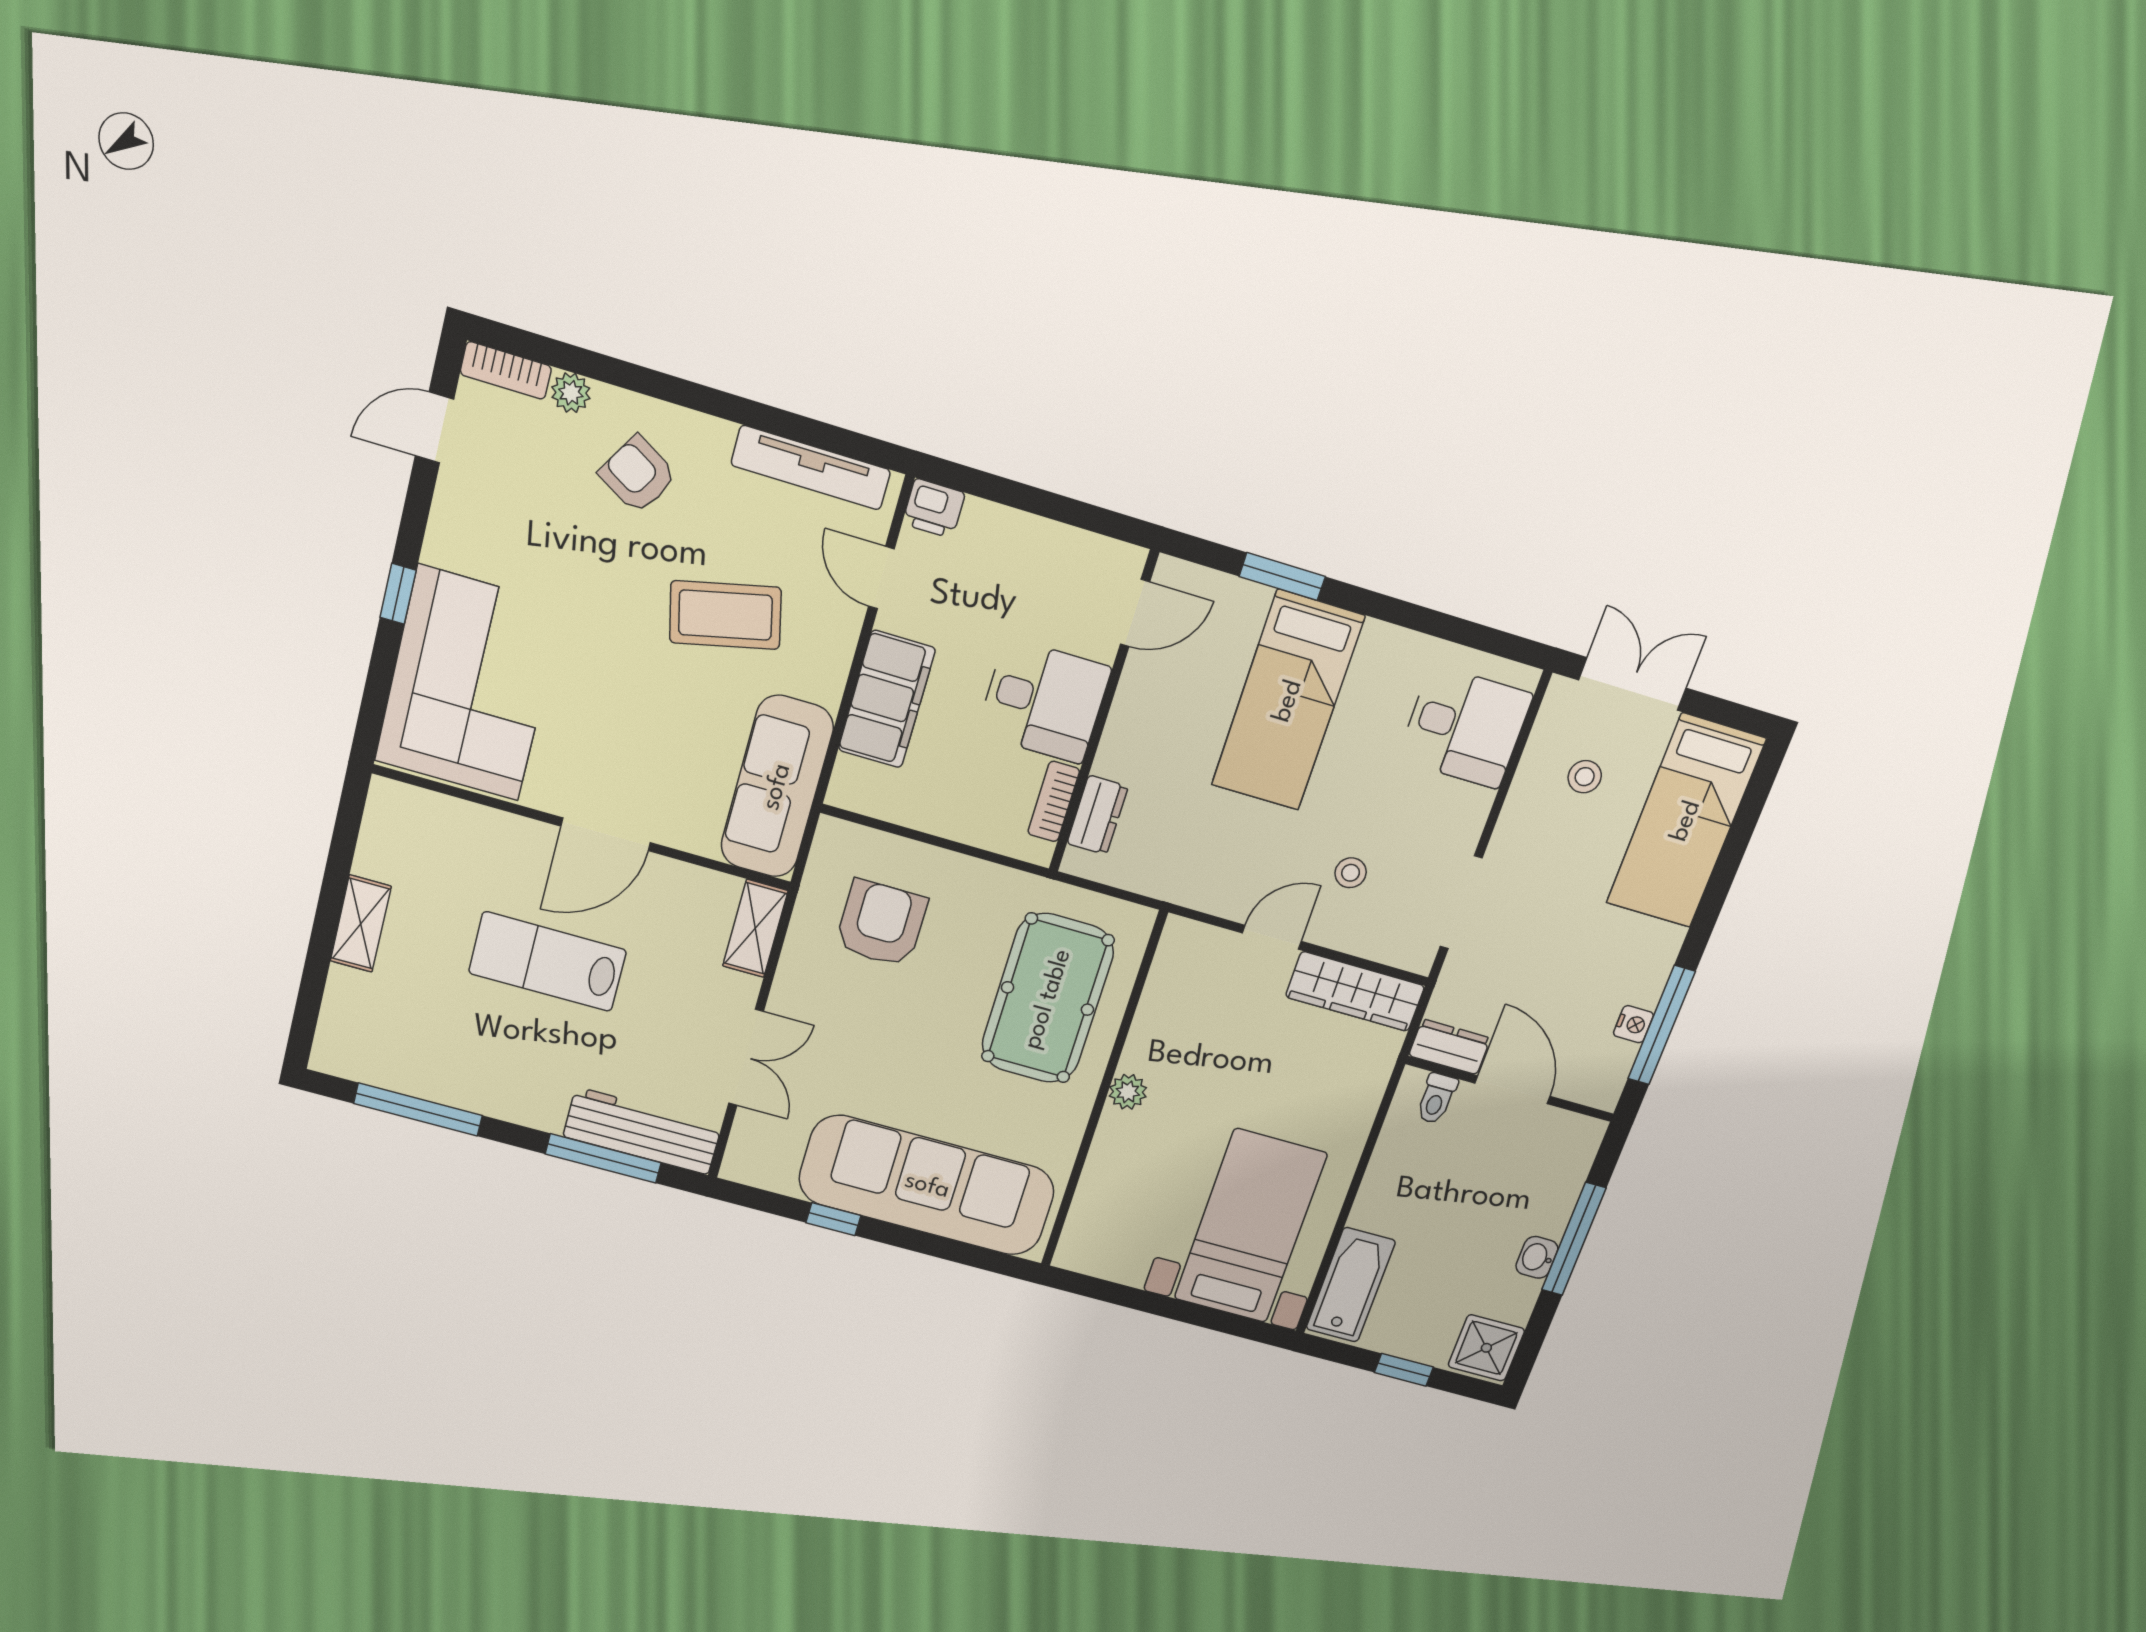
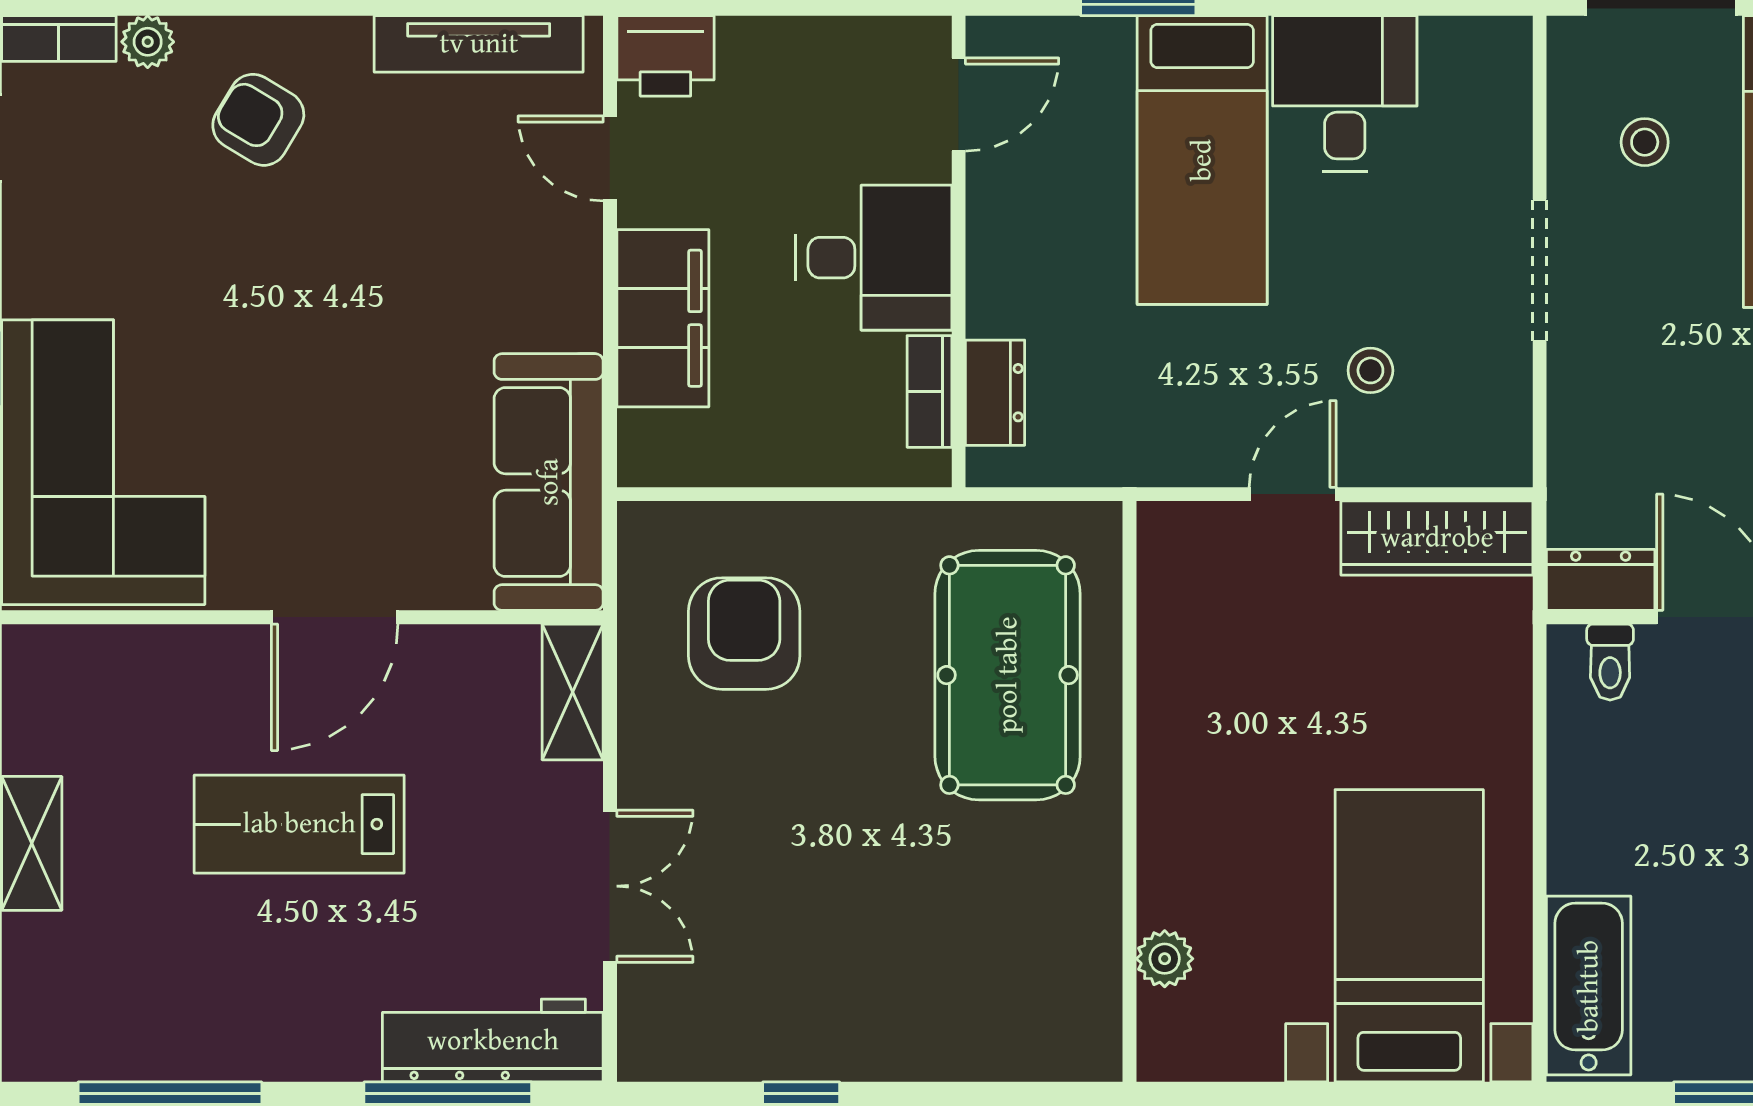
printer: (934, 508) -> (665, 56), width x1.36, depth x1.24
coffee table: (725, 615) -> (418, 269), removed
desk: (1465, 727) -> (1345, 93), moved, turned -90
doorway: (1461, 902) -> (1540, 270), moved
plant: (1128, 1092) -> (1165, 959), moved
sofa: (927, 1186) -> (921, 1008), removed

